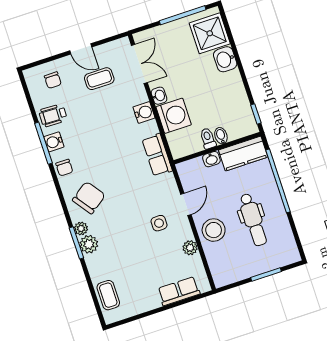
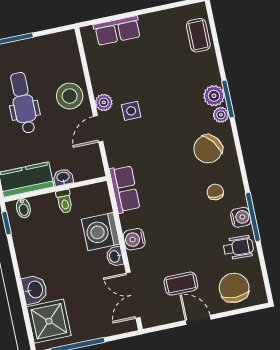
chair: (53, 80) -> (234, 288), width x1.87, depth x1.87
bidet: (221, 136) -> (23, 208), moved
chair: (64, 168) -> (215, 192), moved
plant: (190, 248) -> (104, 102), moved

